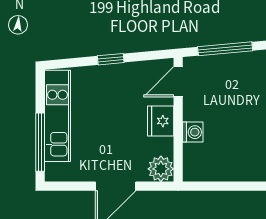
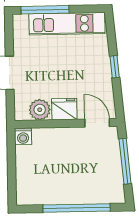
washing machine: (193, 132) -> (23, 136), moved
plant: (161, 169) -> (40, 110), moved

